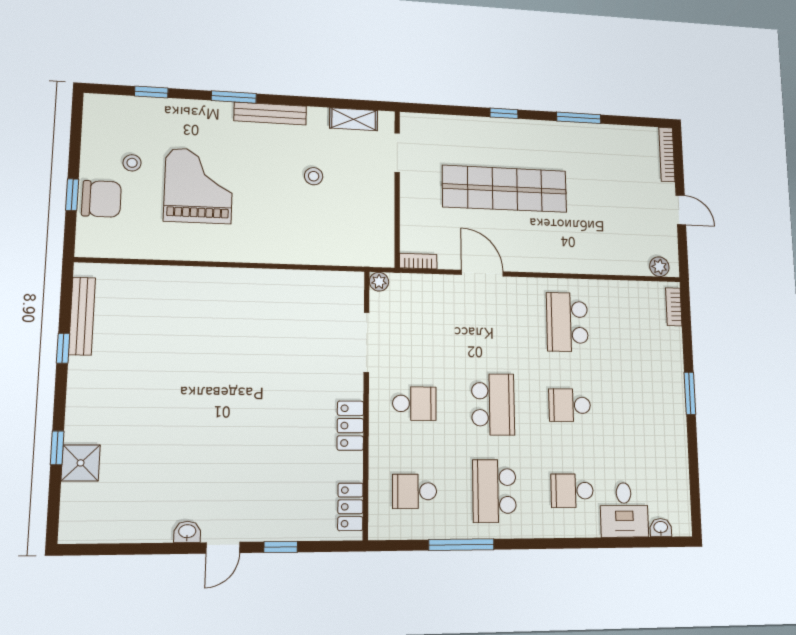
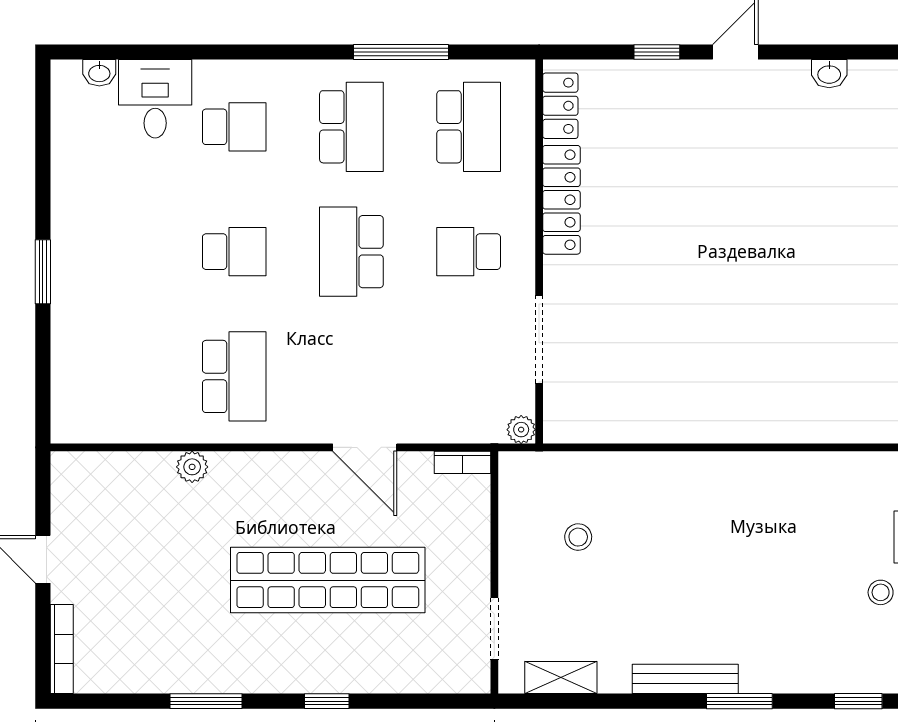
stool: (314, 176) -> (578, 537), moved
grand piano: (199, 186) -> (786, 563), removed
plant: (659, 267) -> (192, 467), moved
bookcase: (674, 307) -> (62, 404), removed
locker: (350, 426) -> (561, 200), width x1.53
school desk: (415, 491) -> (469, 127), width x1.85
washbasin: (187, 532) -> (829, 74), moved

